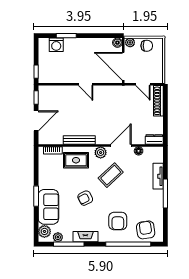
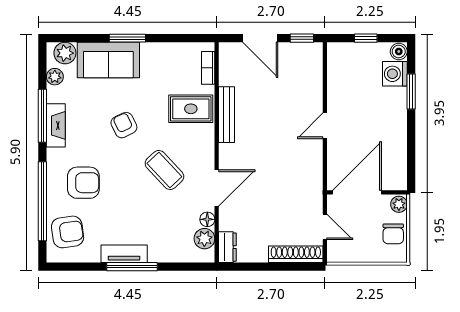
boiler: (117, 43) -> (399, 52), moved
window: (36, 72) -> (366, 38), moved
door: (143, 84) -> (325, 227), swing flipped
door: (121, 146) -> (217, 188), hinge flipped
plant: (101, 153) -> (204, 239), moved
rug: (76, 160) -> (191, 109), turned 90
tv unit: (158, 176) -> (124, 254), moved
armchair: (118, 221) -> (83, 183), turned 180
window: (69, 244) -> (42, 116), moved

